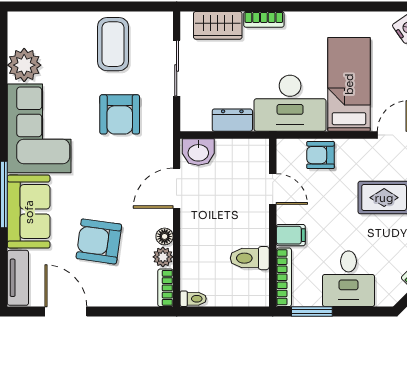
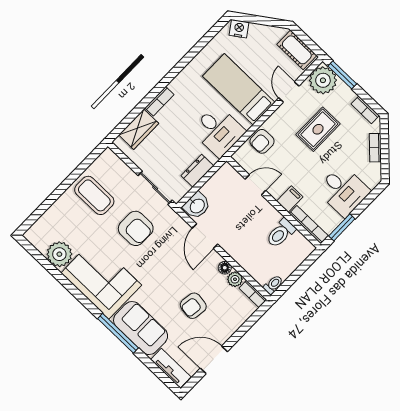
sliding door: (177, 68) -> (155, 188), moved
desk: (290, 103) -> (218, 131), width x0.73
armchair: (99, 241) -> (193, 306), width x0.72, depth x0.72

